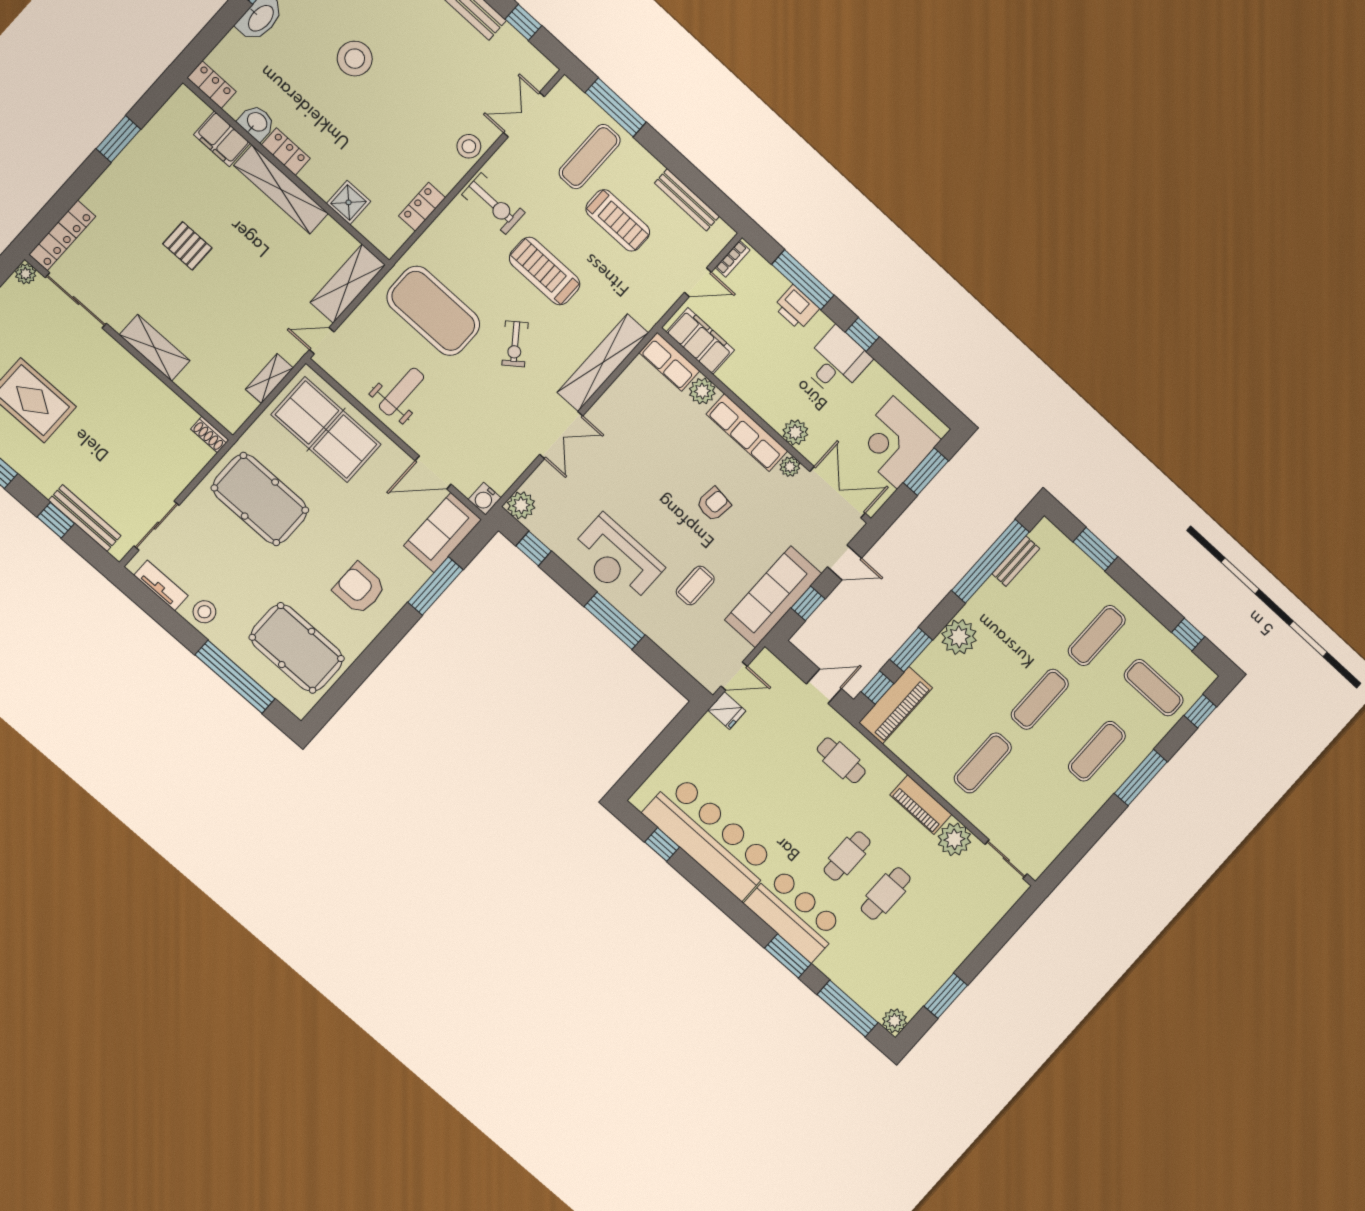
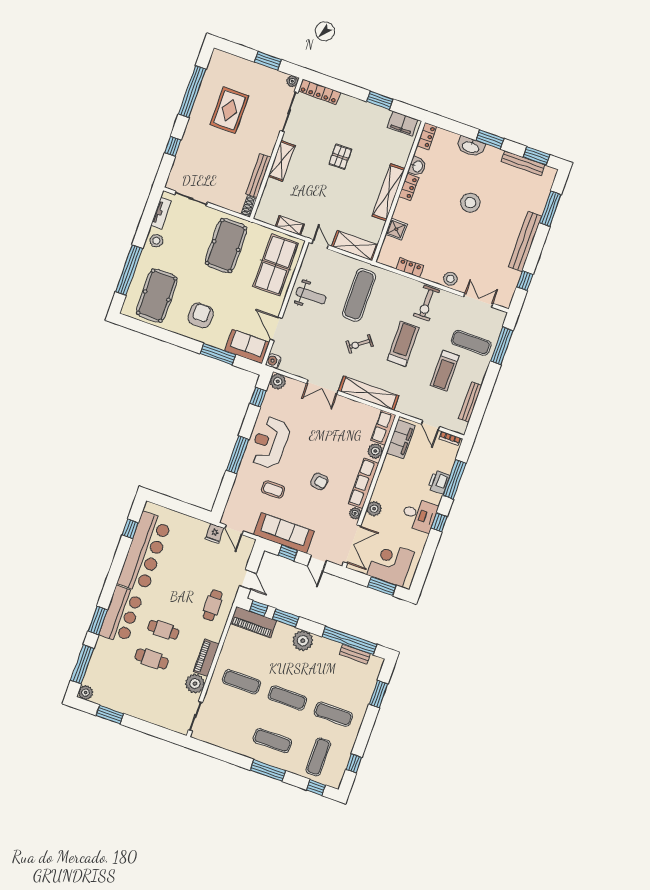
filing cabinet: (222, 139) -> (403, 124), moved, turned -90
exercise mat: (433, 311) -> (359, 295), width x0.68
bench: (85, 518) -> (258, 176), moved

